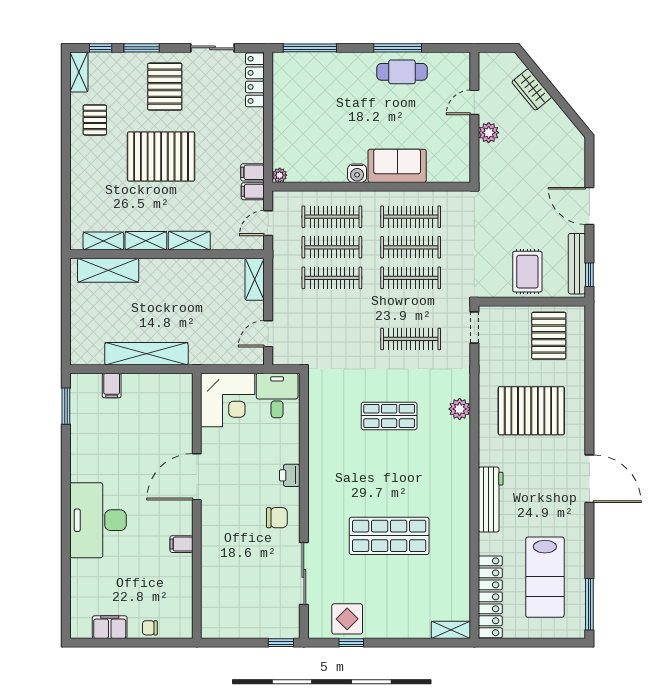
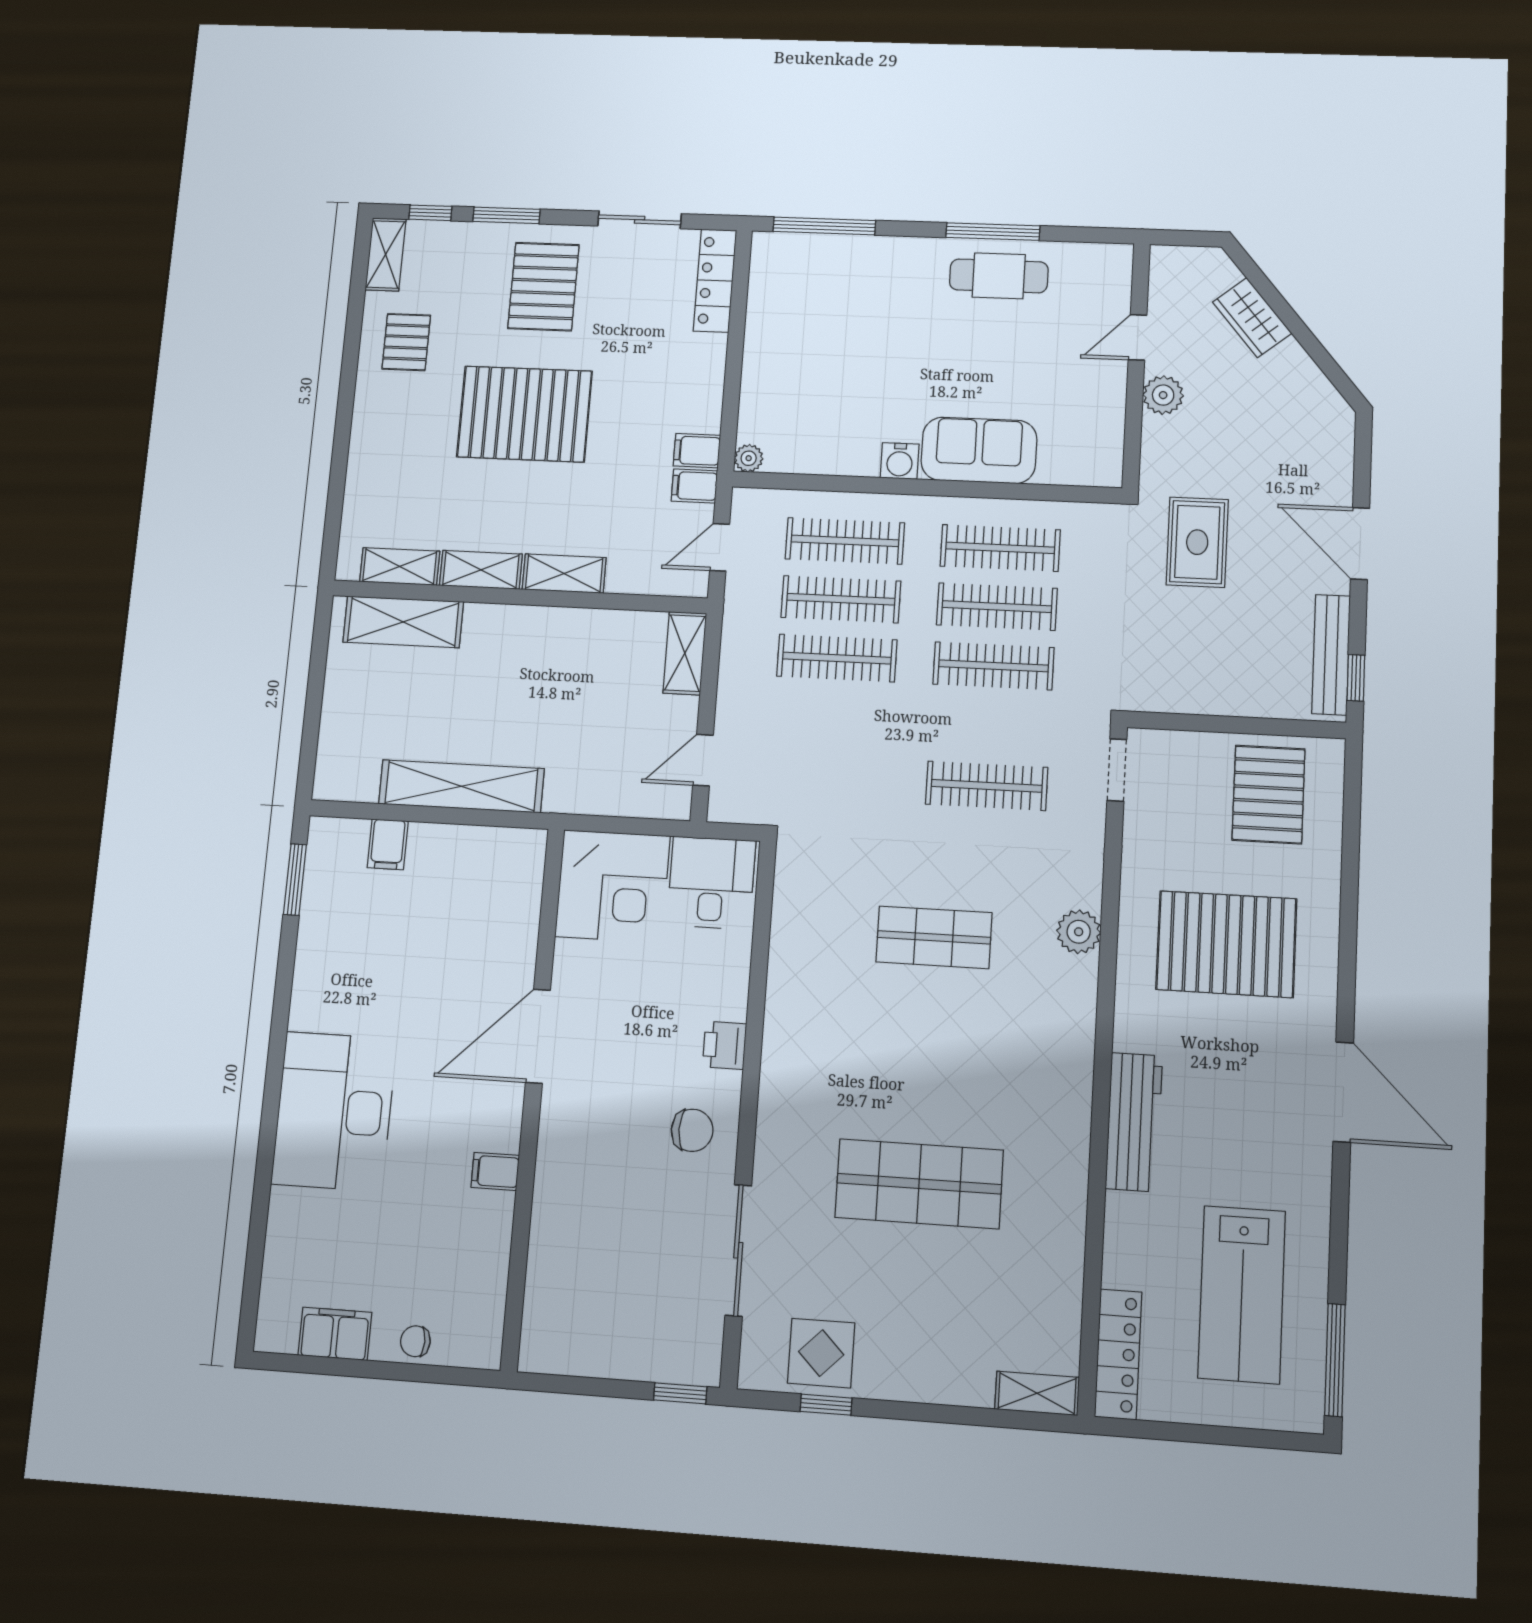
rug: (527, 272) -> (1197, 542), moved
locker: (490, 597) -> (1118, 1354), width x0.71, depth x0.83

